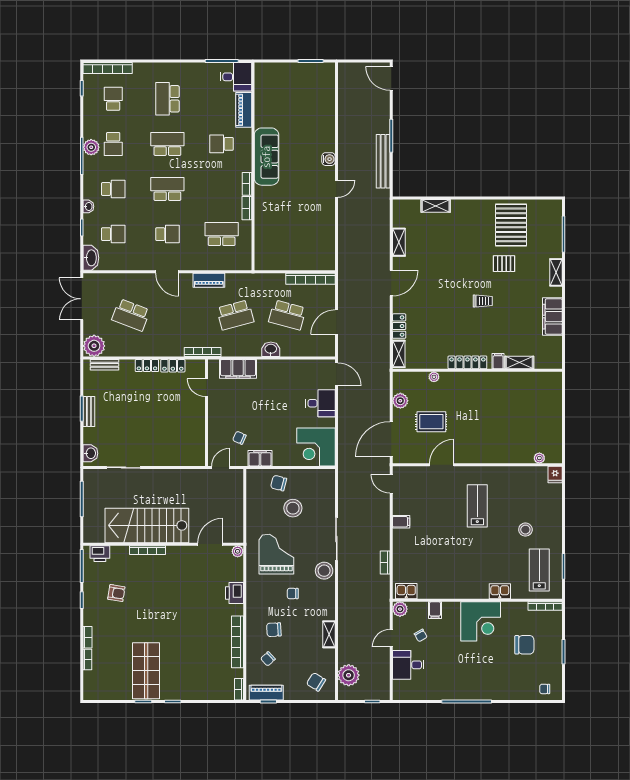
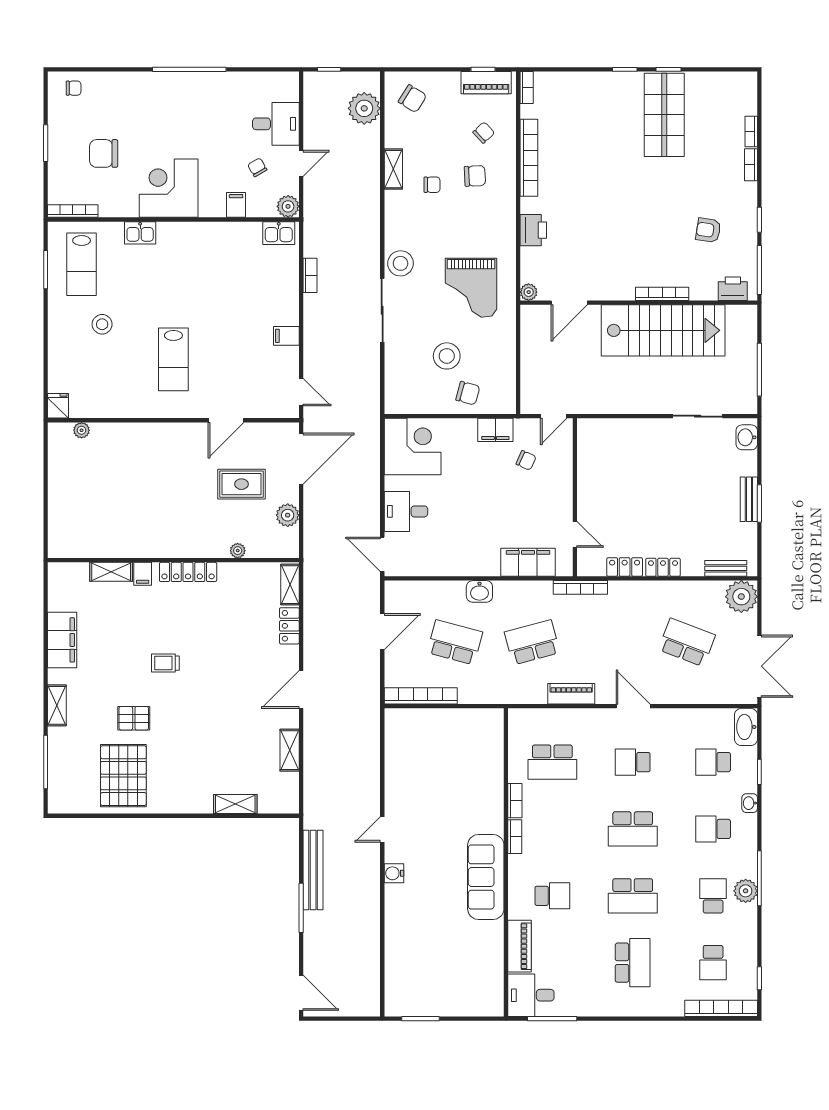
chair: (293, 594) -> (432, 185), moved

